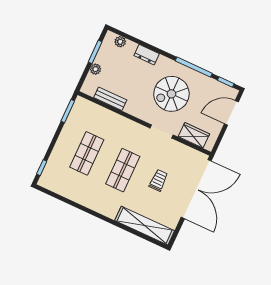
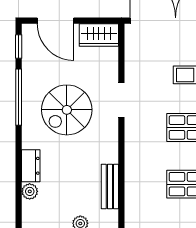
plant: (120, 42) -> (30, 191), moved
spiral stairs: (171, 94) -> (67, 110), turned 90
wardrobe: (194, 135) -> (99, 35), moved, turned -90

